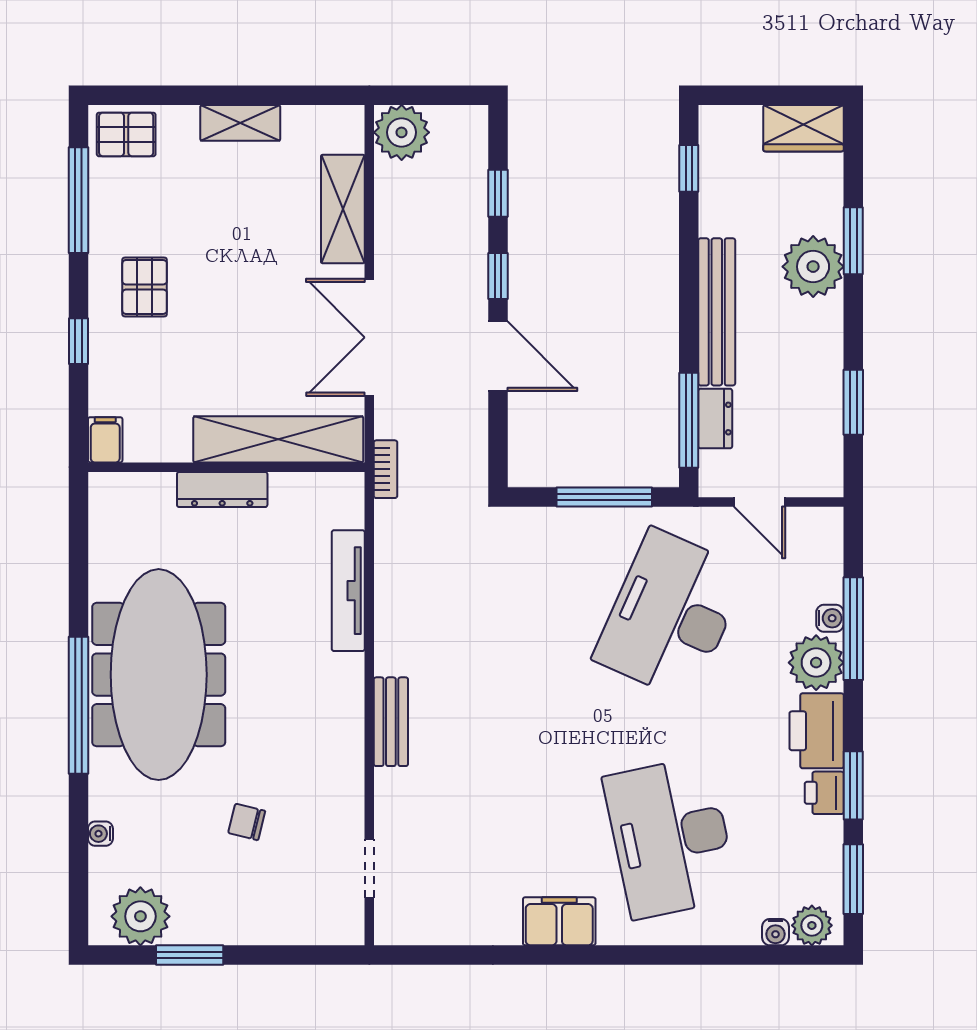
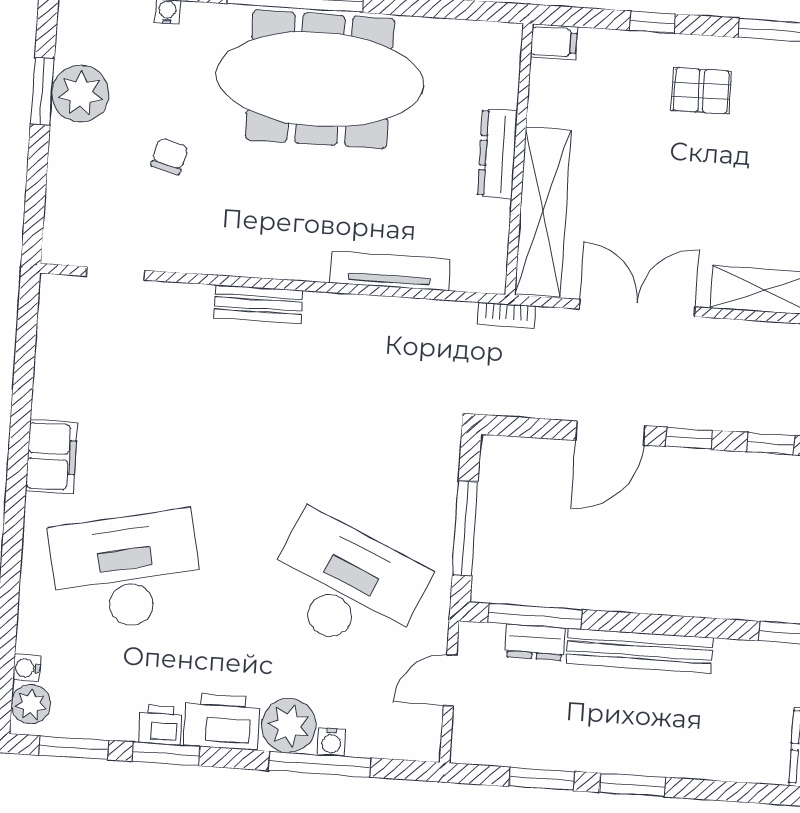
window: (853, 241) -> (632, 785), moved
plant: (813, 267) -> (678, 748), removed
plant: (140, 916) -> (80, 94), moved

